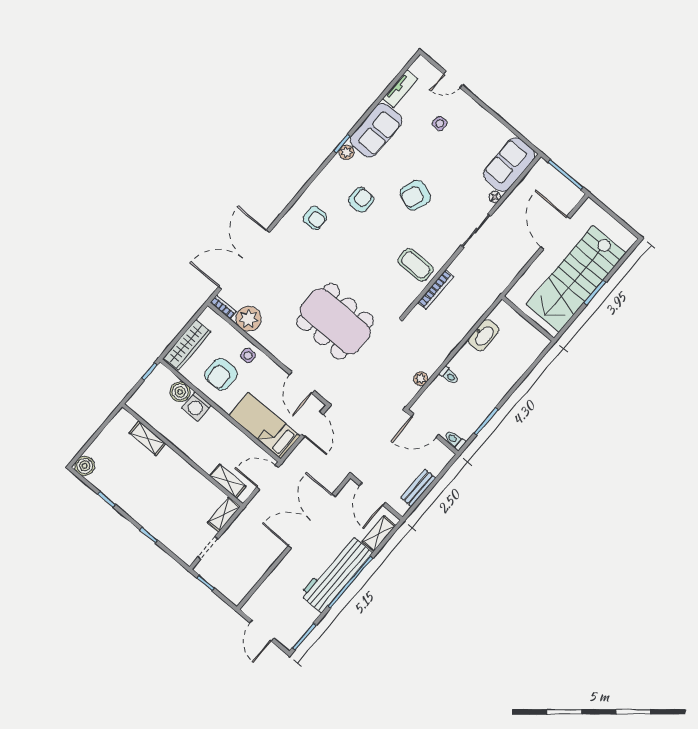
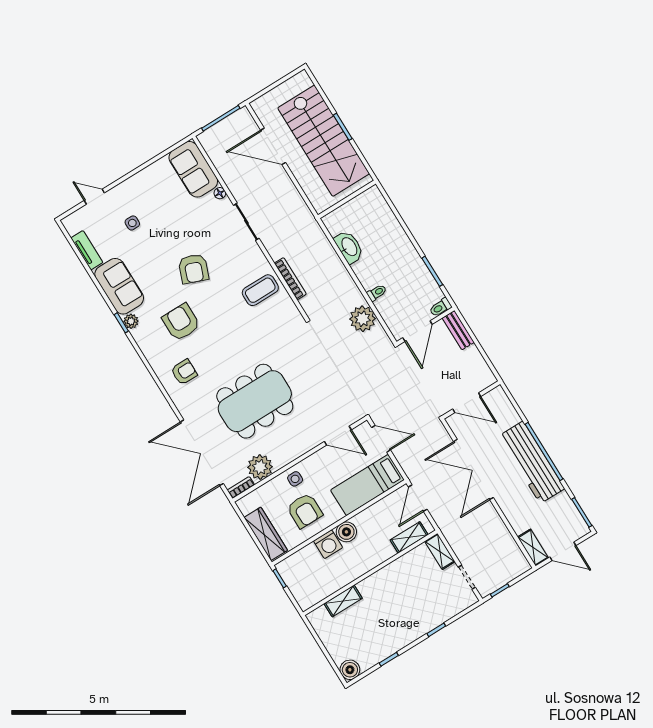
door: (453, 79) -> (94, 197), swing flipped
armchair: (361, 200) -> (181, 322), width x1.38, depth x1.38
dining table: (335, 321) -> (255, 401), moved
plant: (421, 379) -> (363, 319), width x1.87, depth x1.87
boiler: (180, 392) -> (346, 532), moved
bench: (418, 488) -> (458, 330), moved
shelving: (379, 534) -> (533, 548), moved

